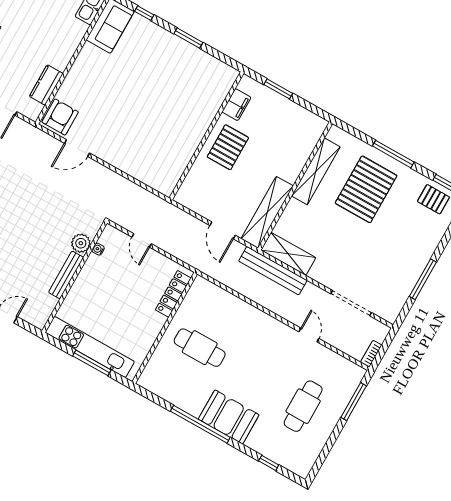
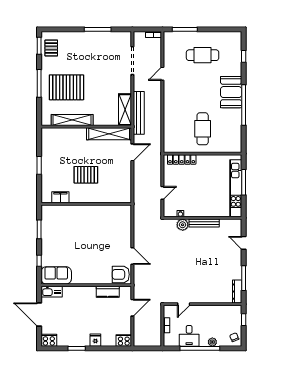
filing cabinet: (236, 105) -> (60, 197), moved
wall: (206, 136) -> (86, 204), moved

